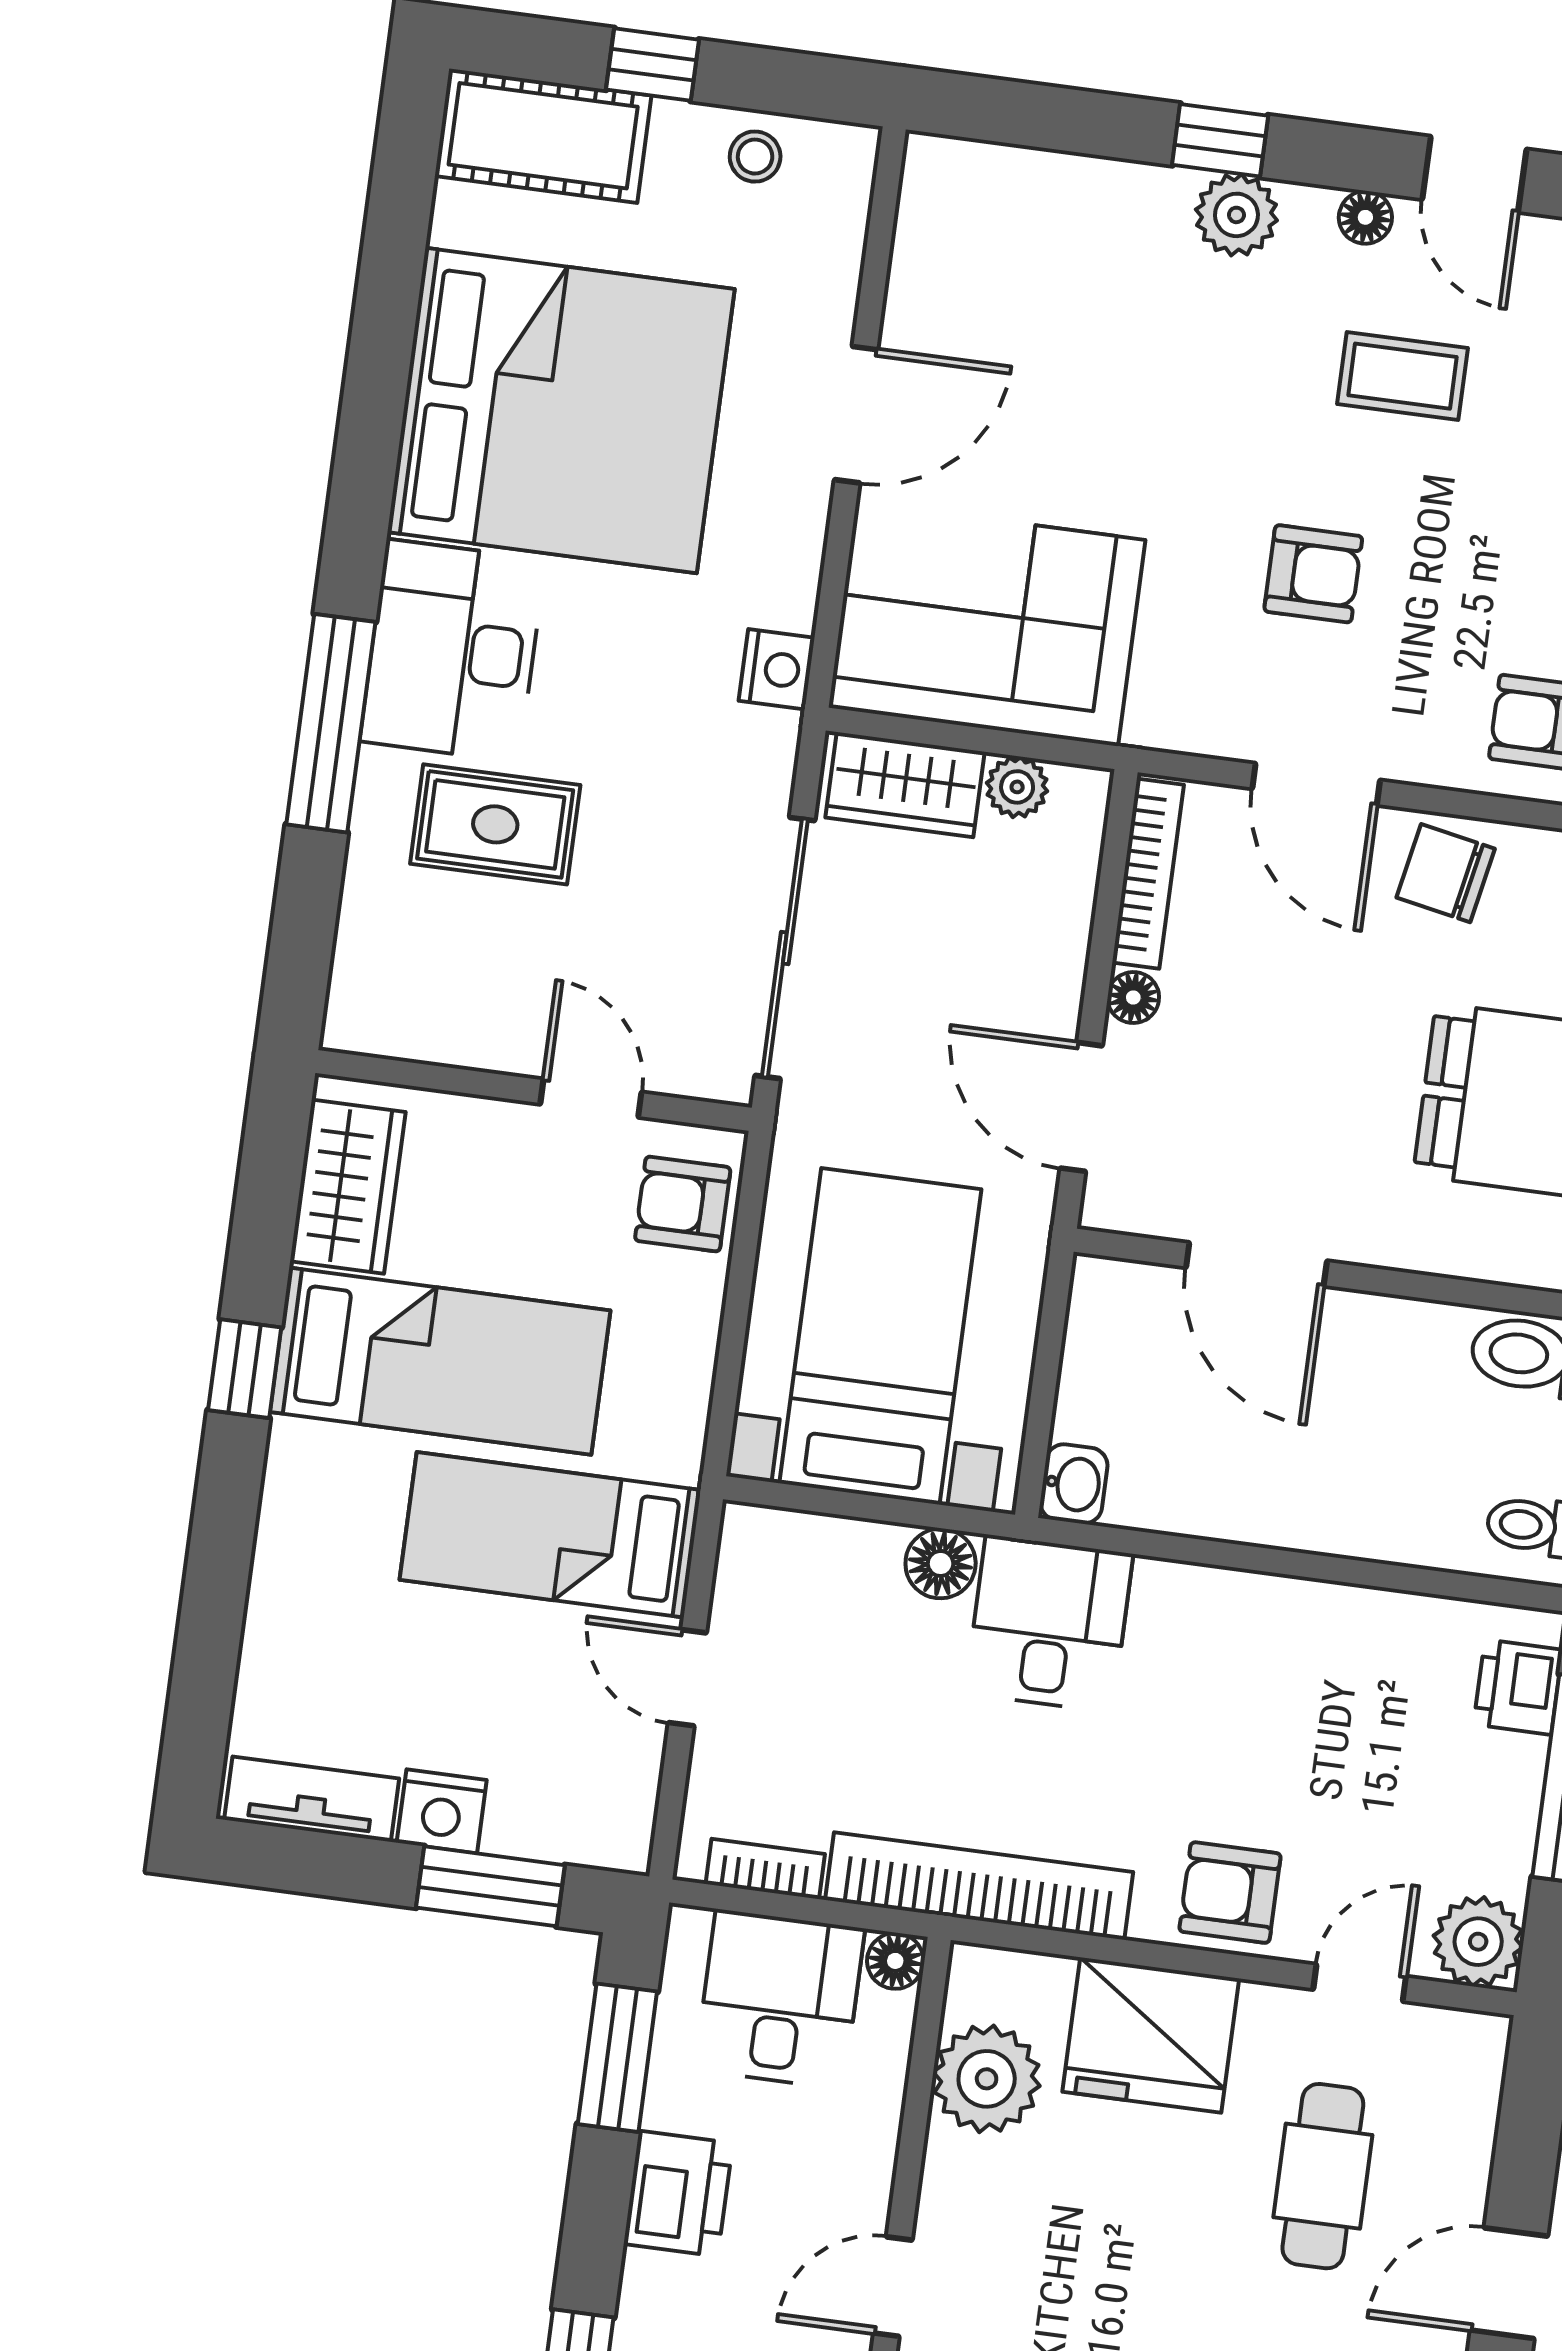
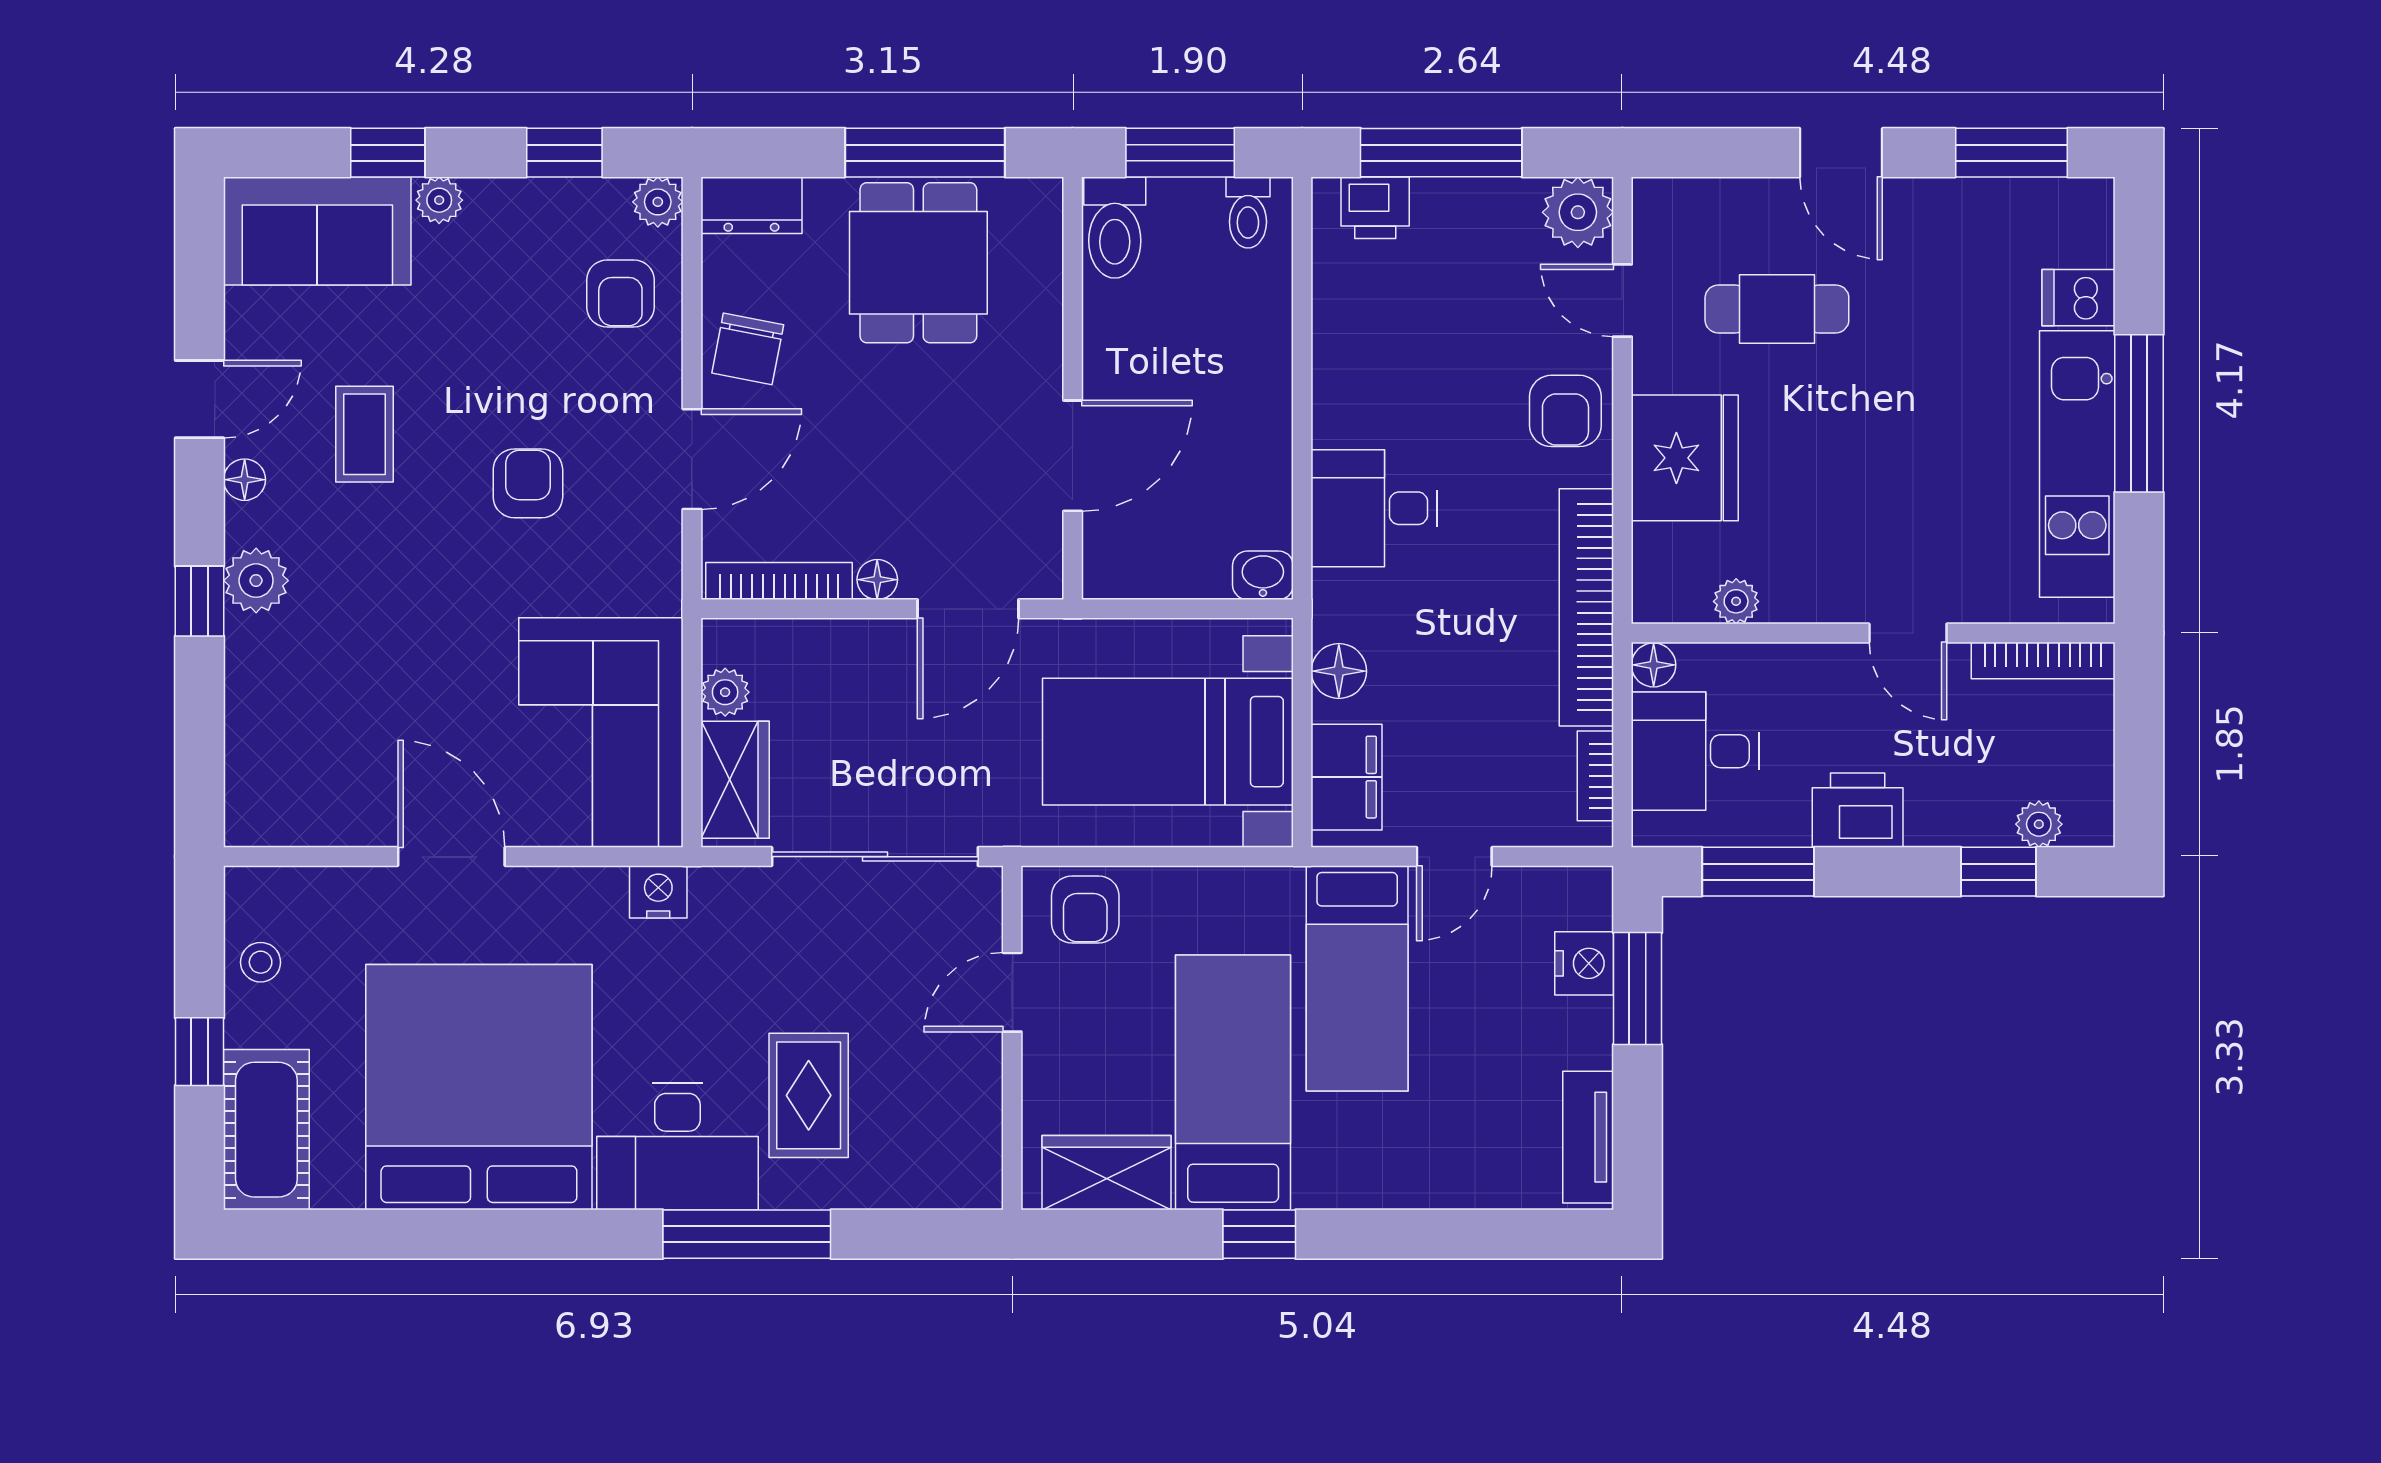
filing cabinet: (806, 1555) -> (1347, 777), added
desk: (1049, 1624) -> (1374, 508), moved
nightstand: (442, 1811) -> (1584, 963), moved
plant: (987, 2079) -> (1736, 601), width x0.53, depth x0.53

